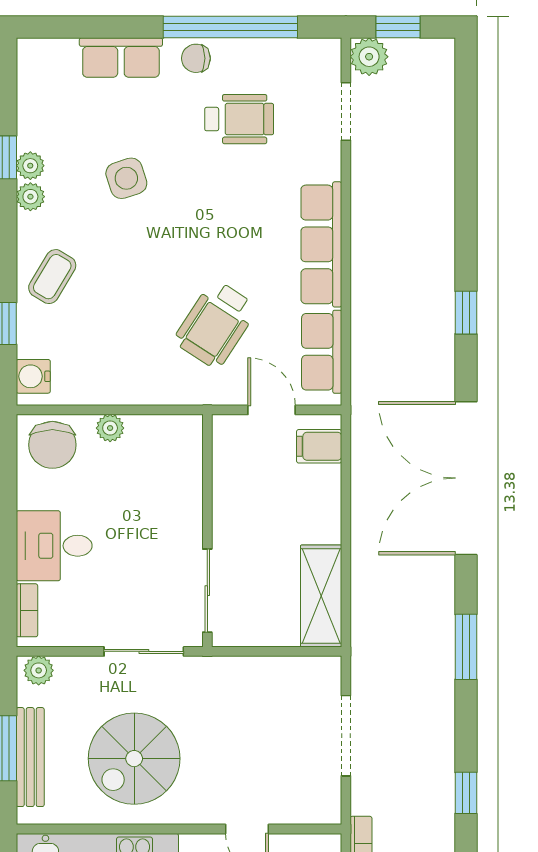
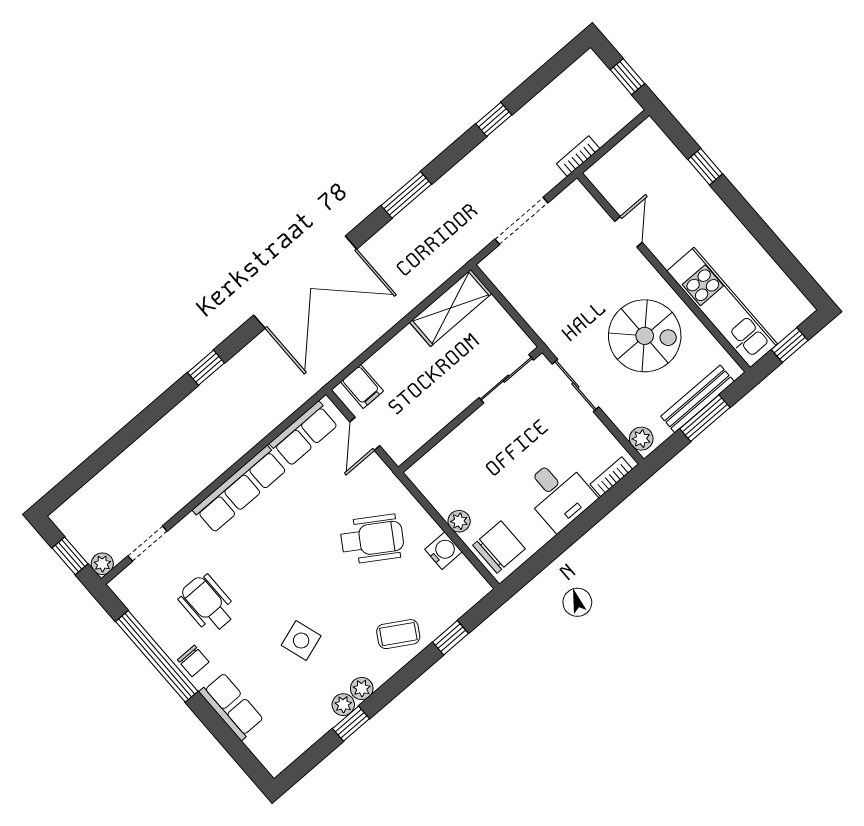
plant: (369, 57) -> (102, 564), width x0.73, depth x0.73
wheelchair: (216, 324) -> (372, 539), moved
water cooler: (33, 376) -> (443, 551), moved, turned -90

